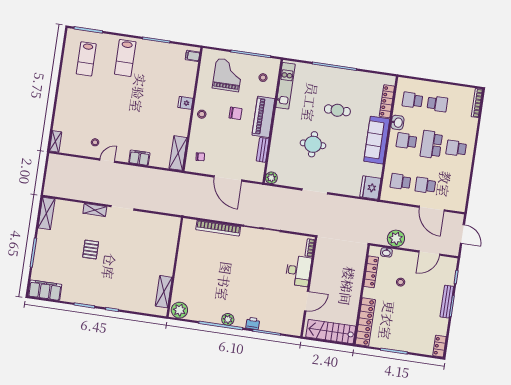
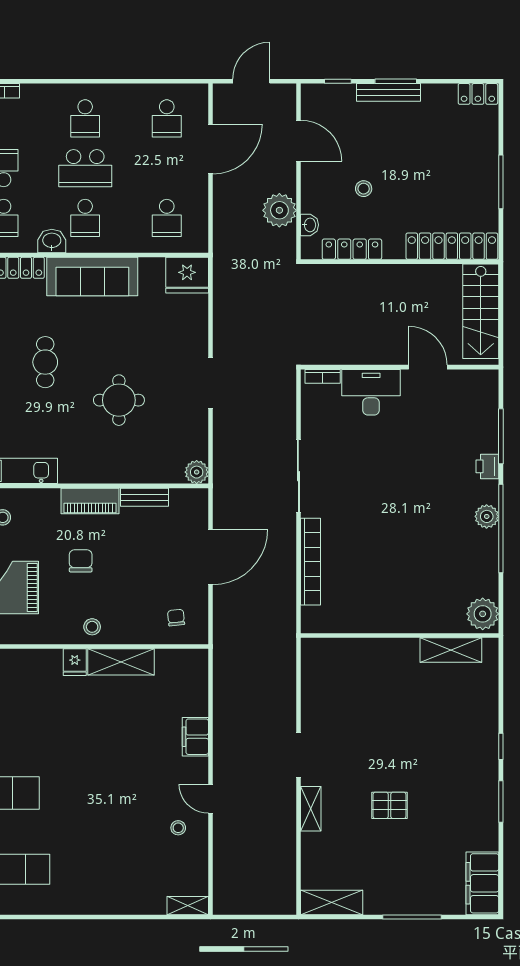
piano: (263, 117) -> (90, 501), width x0.73, depth x0.75
shelving: (178, 153) -> (121, 662), moved
school desk: (425, 185) -> (167, 118), moved

